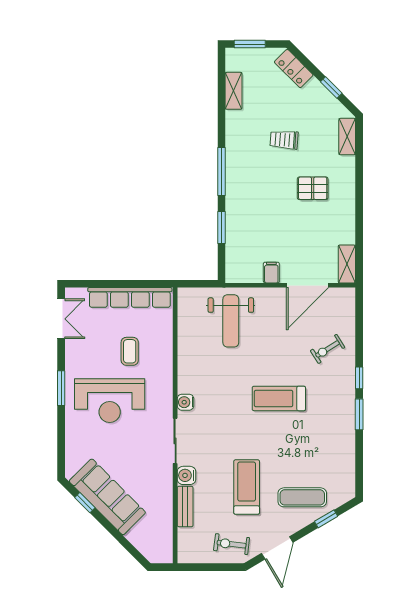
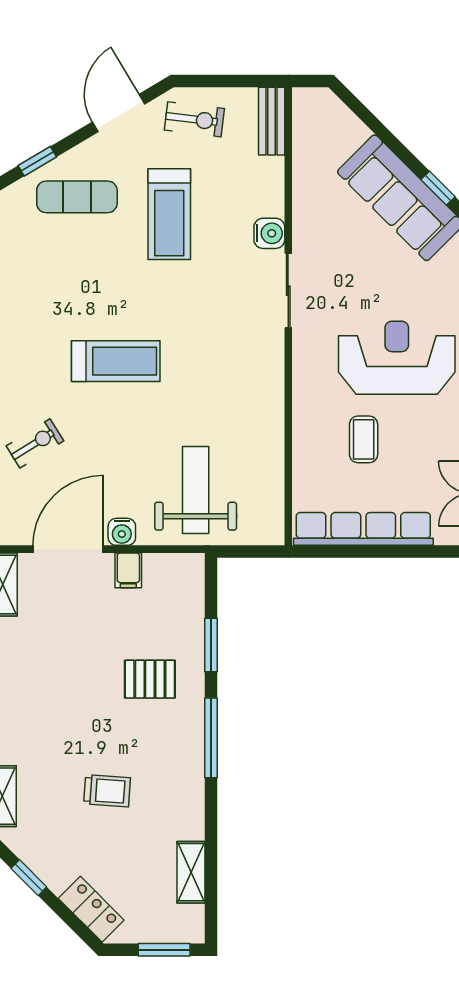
pallet: (313, 188) -> (150, 679), moved
water cooler: (185, 402) -> (122, 532), moved, turned 90
bench: (185, 507) -> (272, 121), moved

